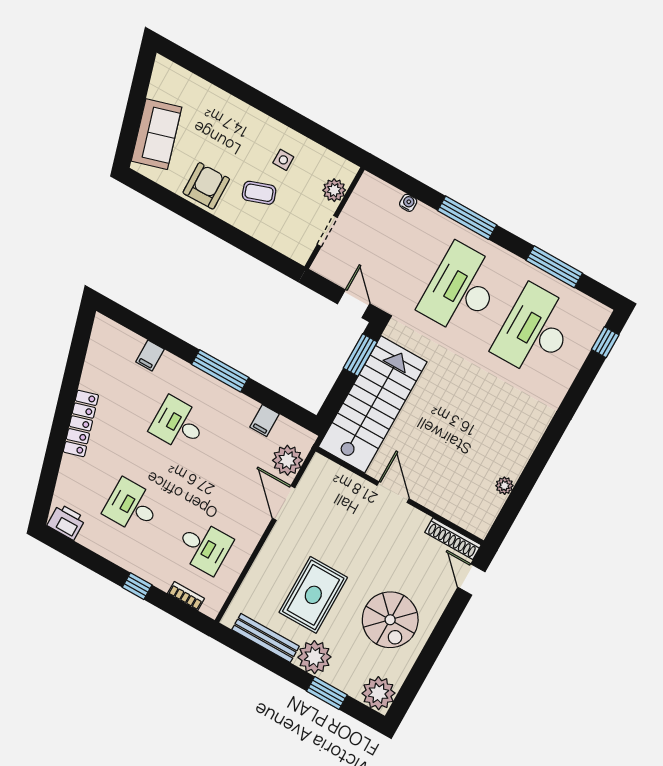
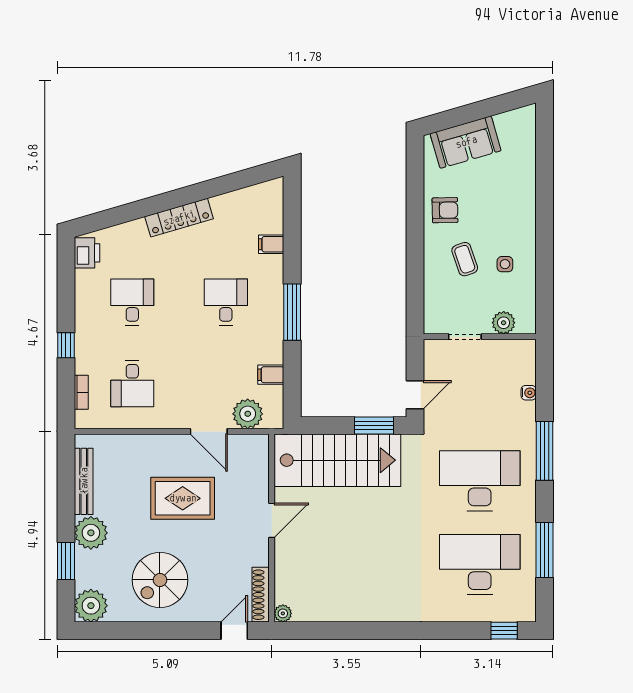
armchair: (206, 186) -> (445, 210), width x0.72, depth x0.72
plant: (504, 486) -> (283, 613), moved
door: (284, 503) -> (209, 431), swing flipped
rug: (313, 595) -> (183, 498), moved

